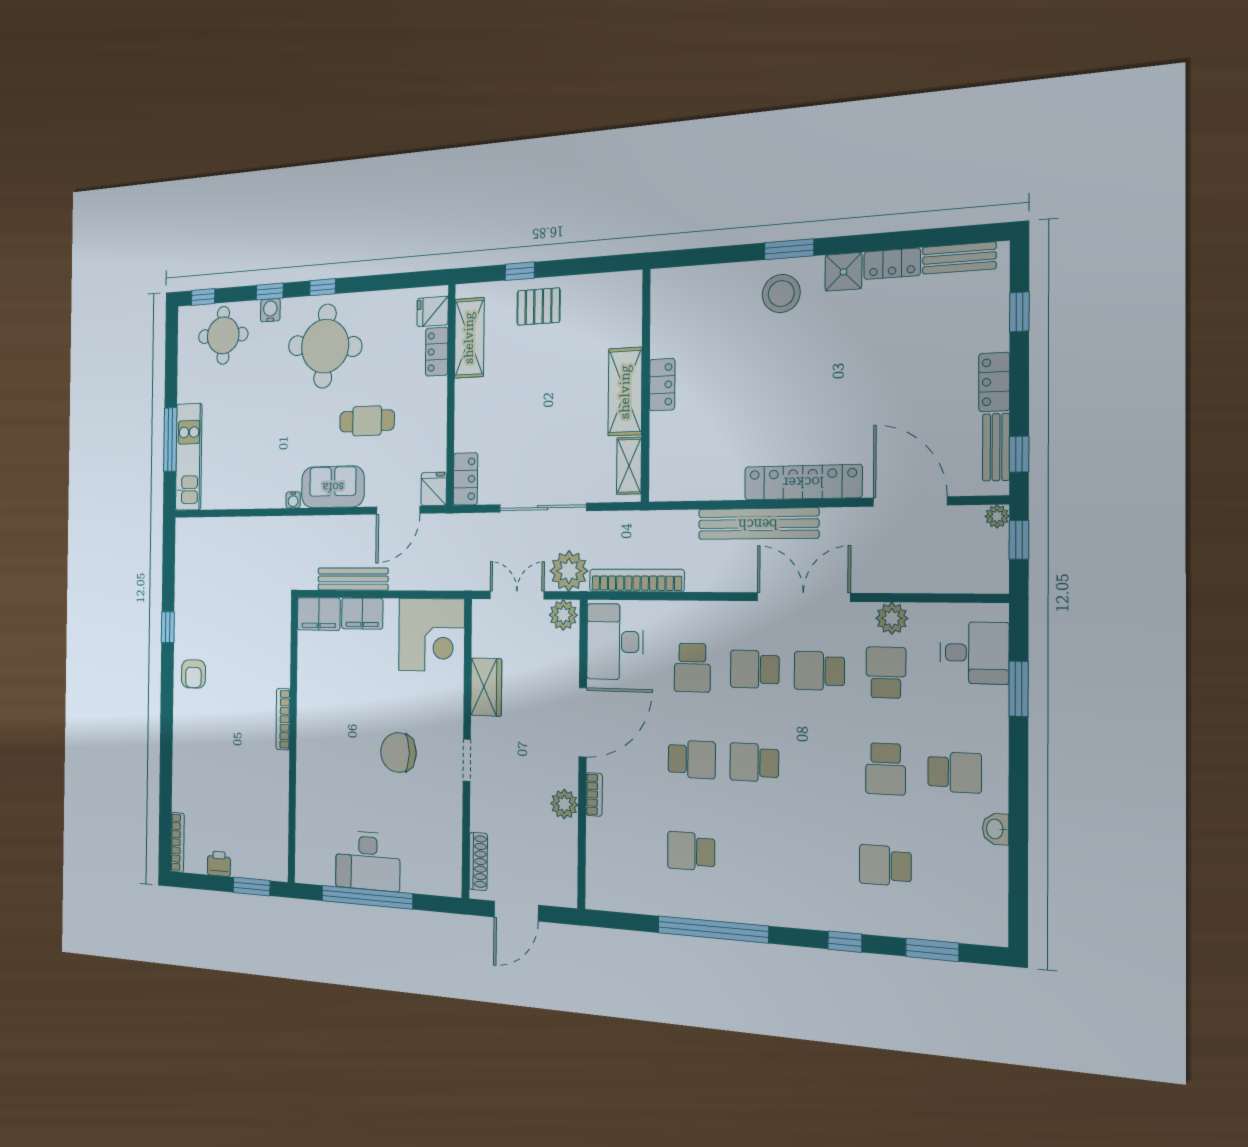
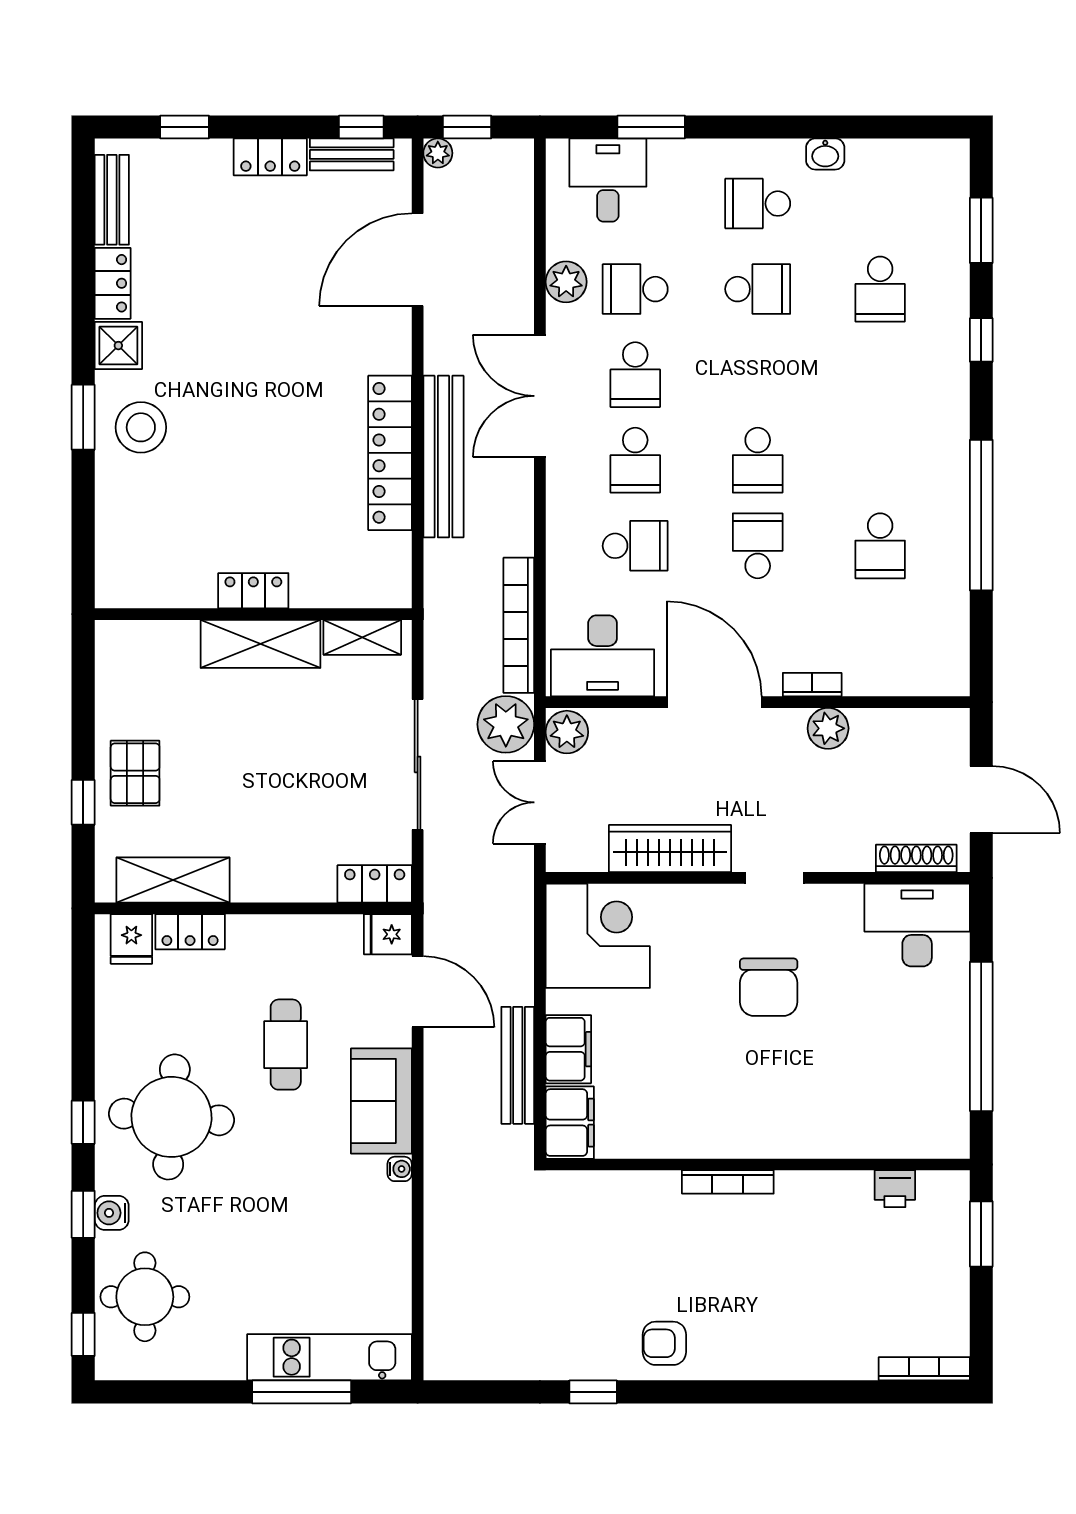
locker: (803, 482) -> (390, 453), moved
armchair: (193, 674) -> (664, 1343), turned 180
wardrobe: (486, 687) -> (670, 849), width x1.50
school desk: (955, 772) -> (758, 204), turned -90
desk: (368, 861) -> (917, 925), moved, turned -90
printer: (219, 864) -> (895, 1189), moved, turned -90

